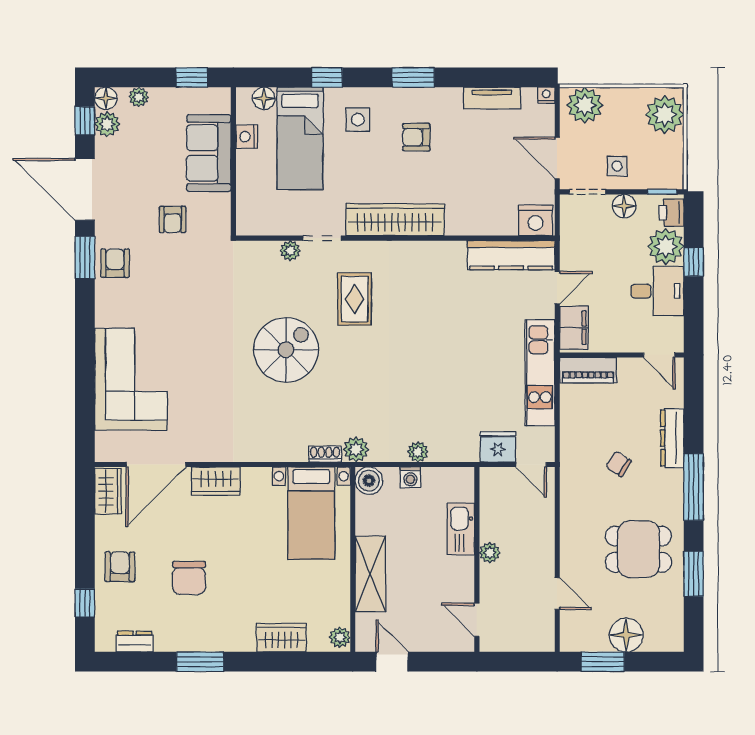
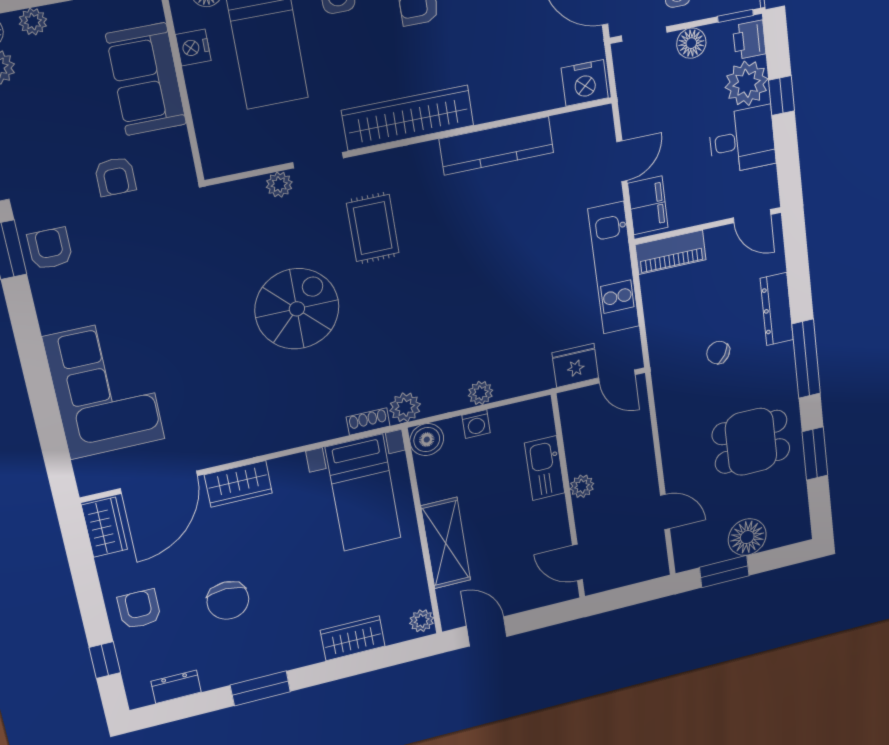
kitchen counter: (511, 255) -> (497, 146), moved

